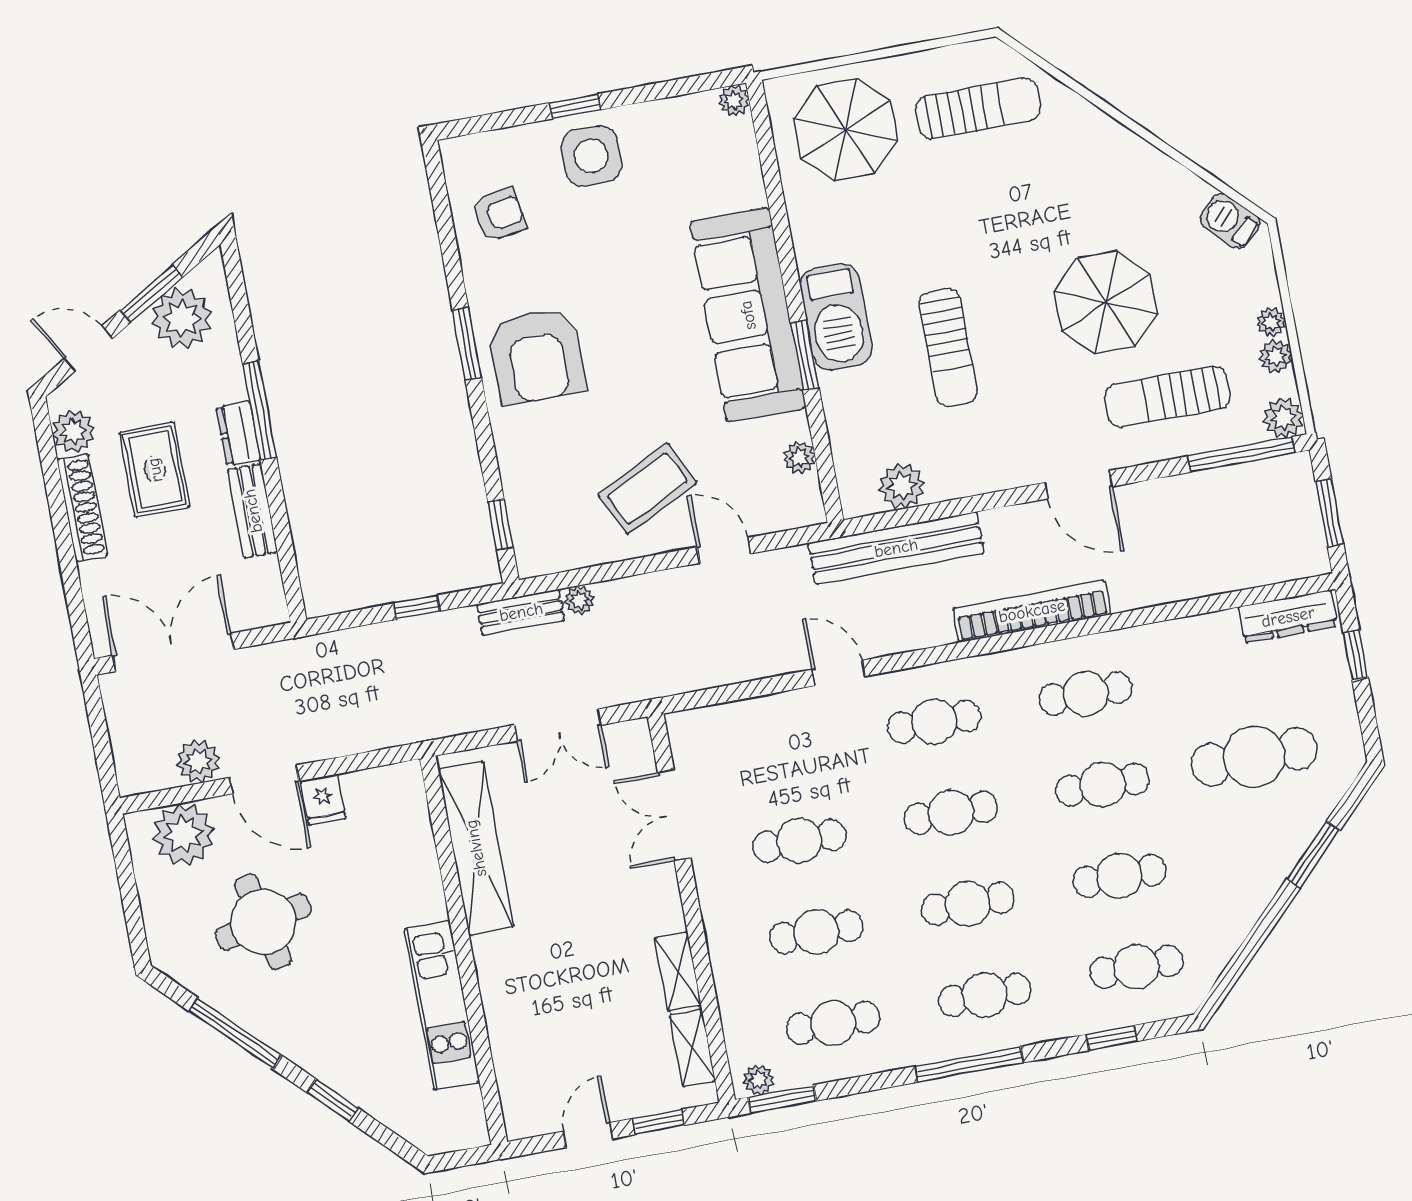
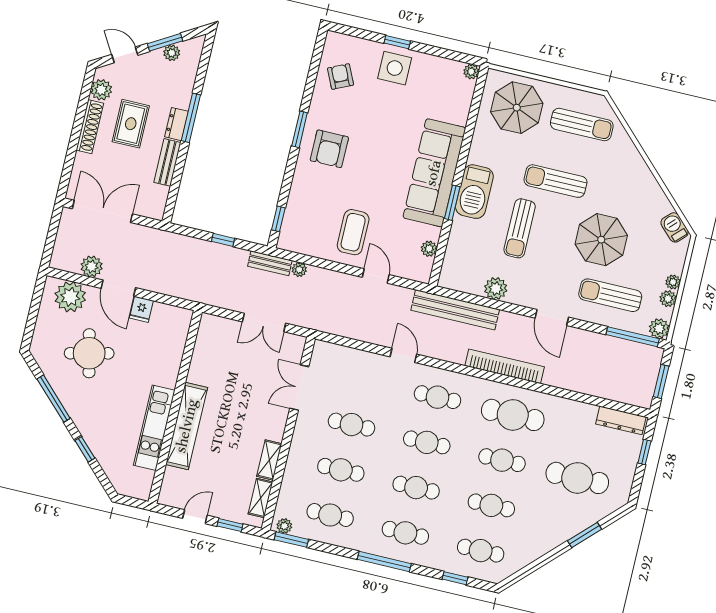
armchair: (499, 215) -> (341, 77), turned -105
sun lounger: (976, 232) -> (555, 181), added
plant: (182, 318) -> (172, 53), width x0.53, depth x0.53
armchair: (537, 356) -> (329, 149), width x0.73, depth x0.73
plant: (902, 486) -> (496, 288), moved
coffee table: (647, 489) -> (353, 232), turned -64
cafe table: (1086, 694) -> (513, 415), width x1.37, depth x1.35
shelving: (476, 848) -> (187, 426), moved

